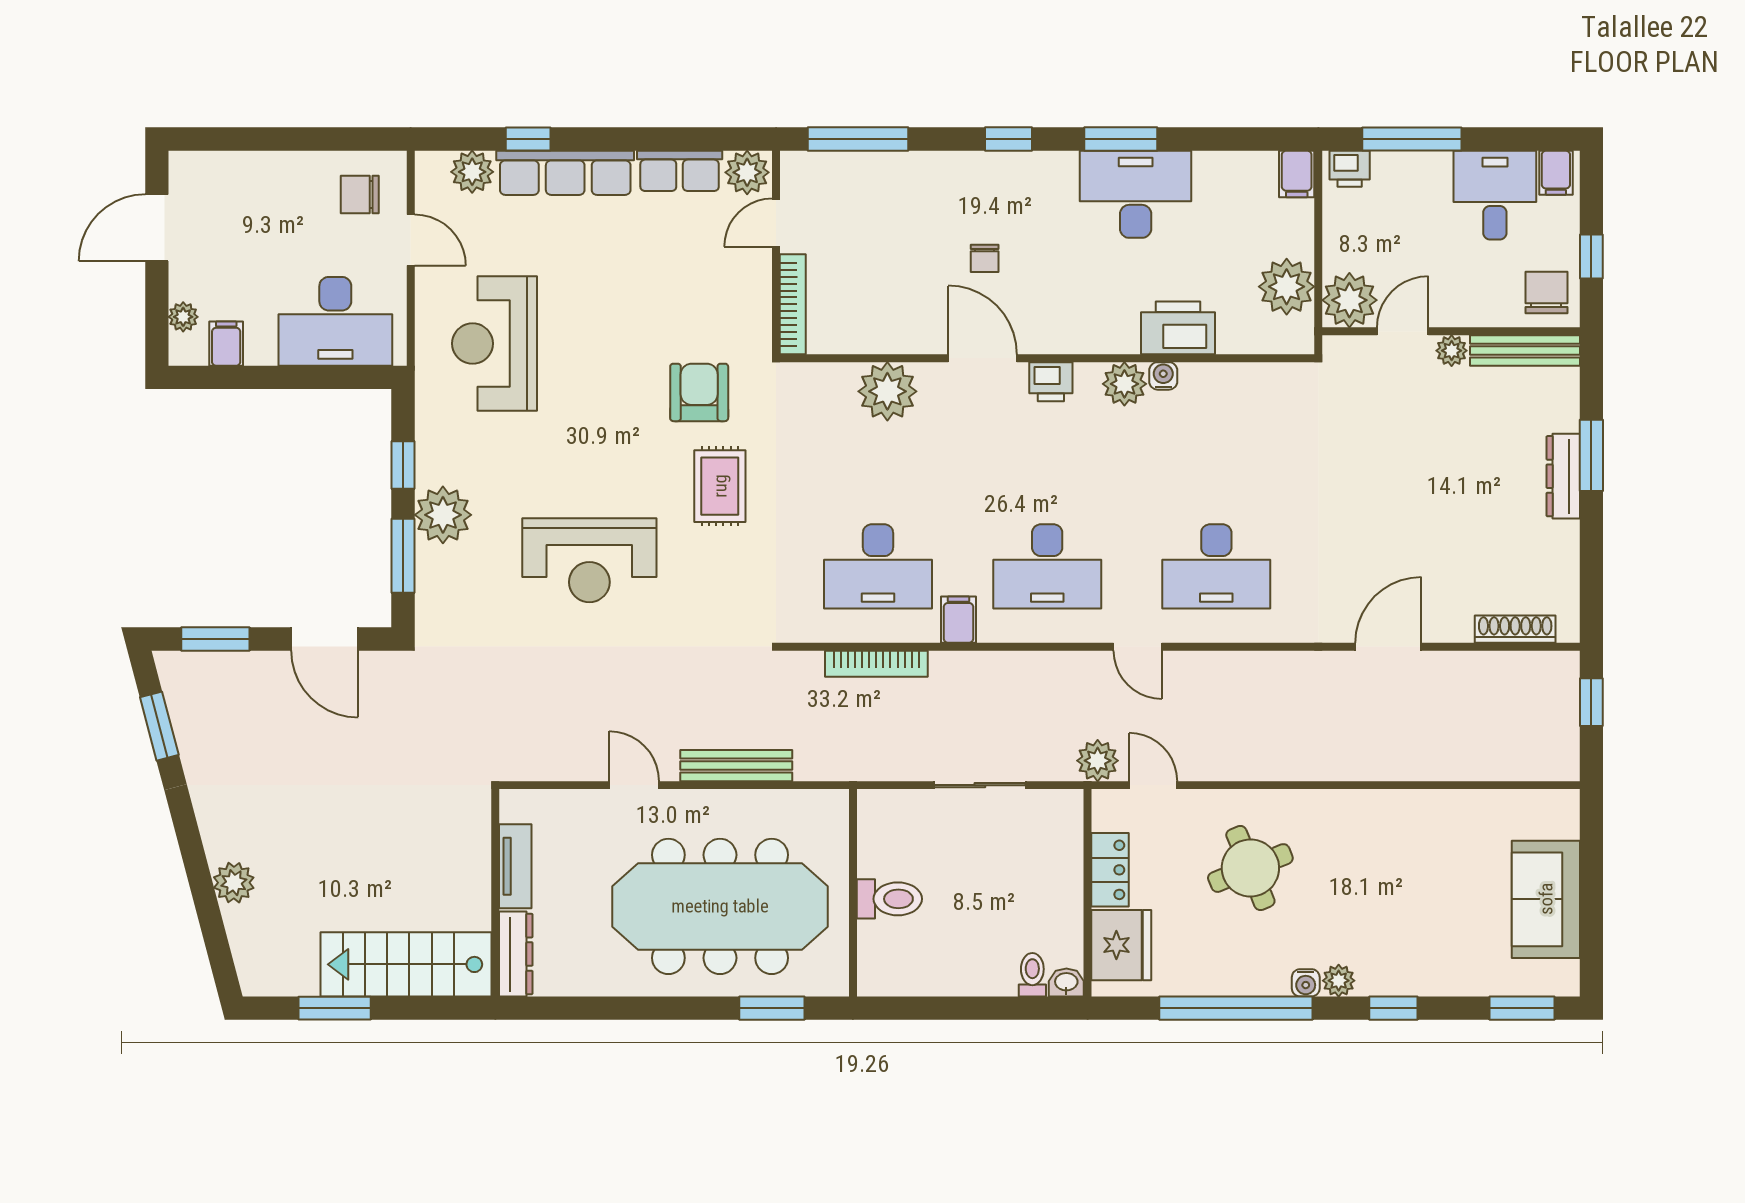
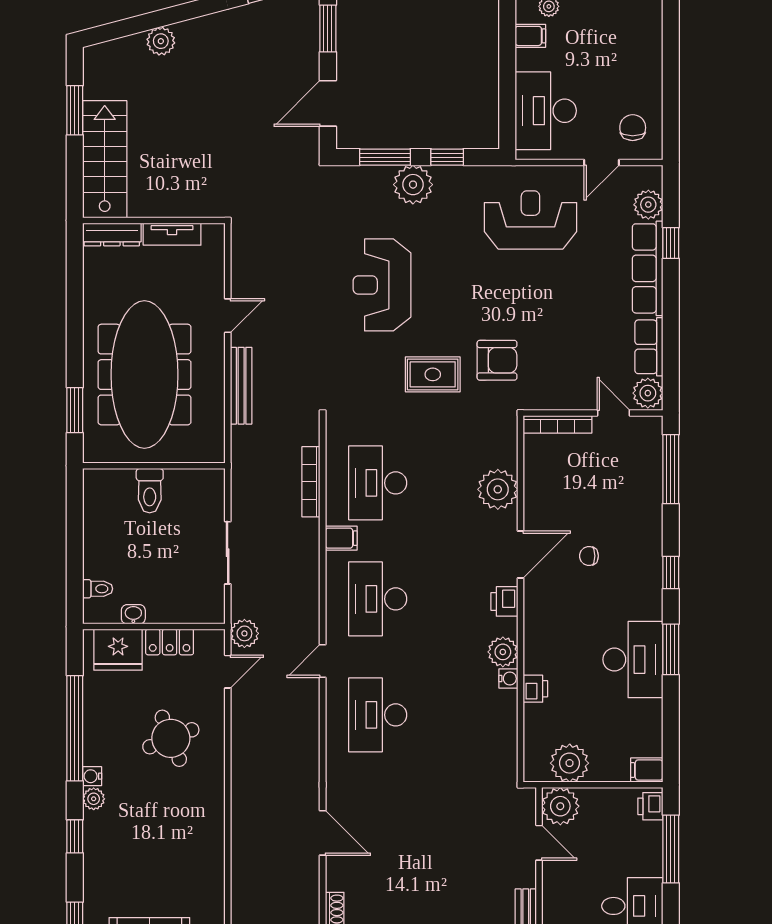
printer: (1178, 328) -> (535, 689), width x0.53, depth x0.68
plant: (1452, 351) -> (526, 876), removed
washbasin: (1066, 983) -> (133, 614), moved, turned -90

